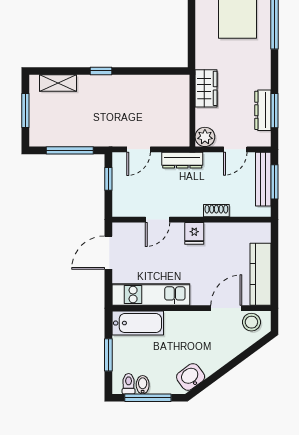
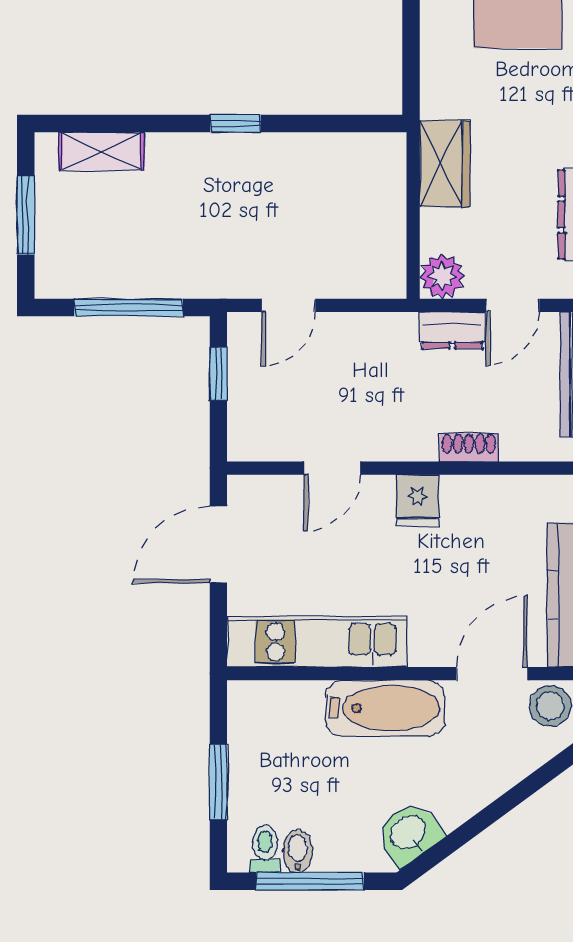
window: (101, 71) -> (236, 123), moved
dresser: (182, 160) -> (452, 330), moved, width x0.70
bathtub: (138, 323) -> (385, 708), moved

